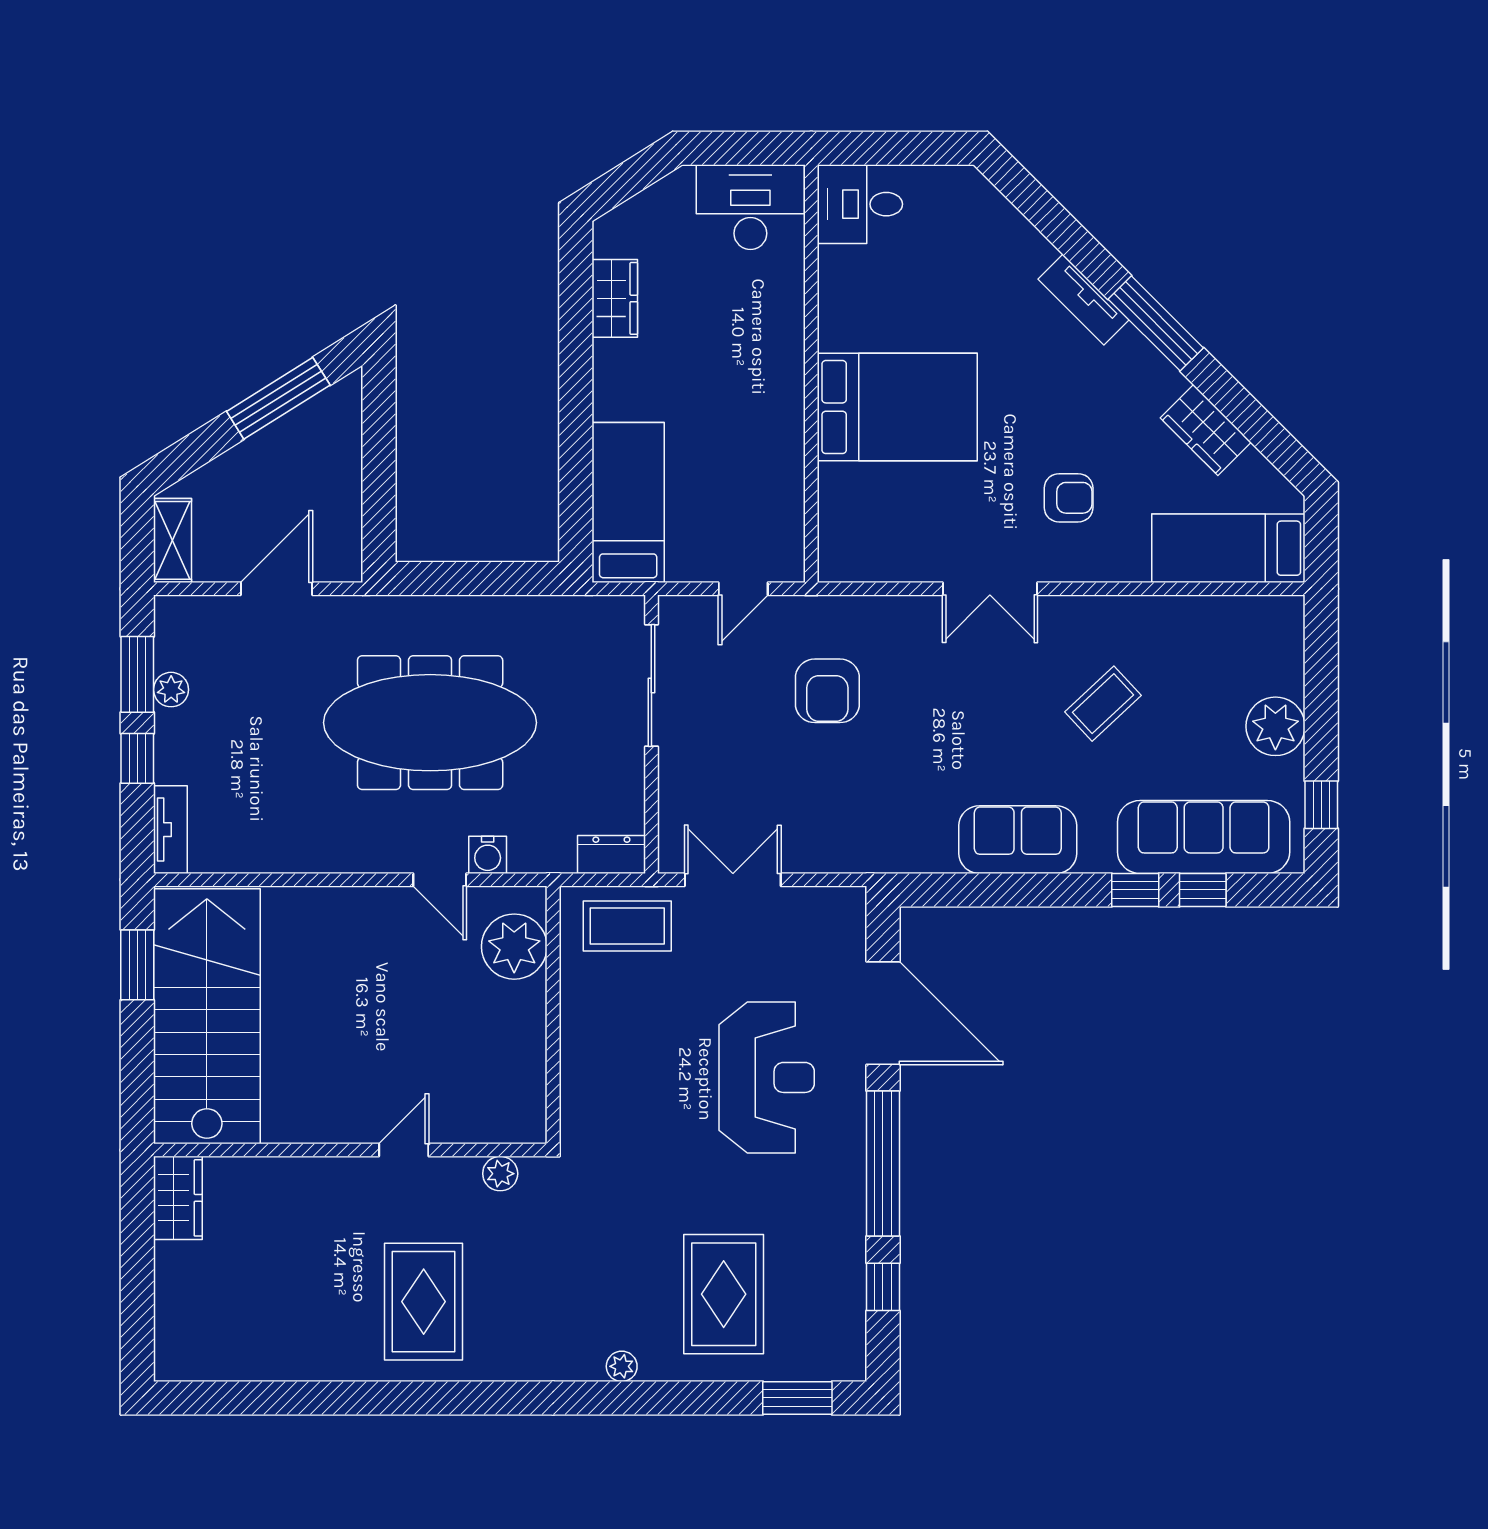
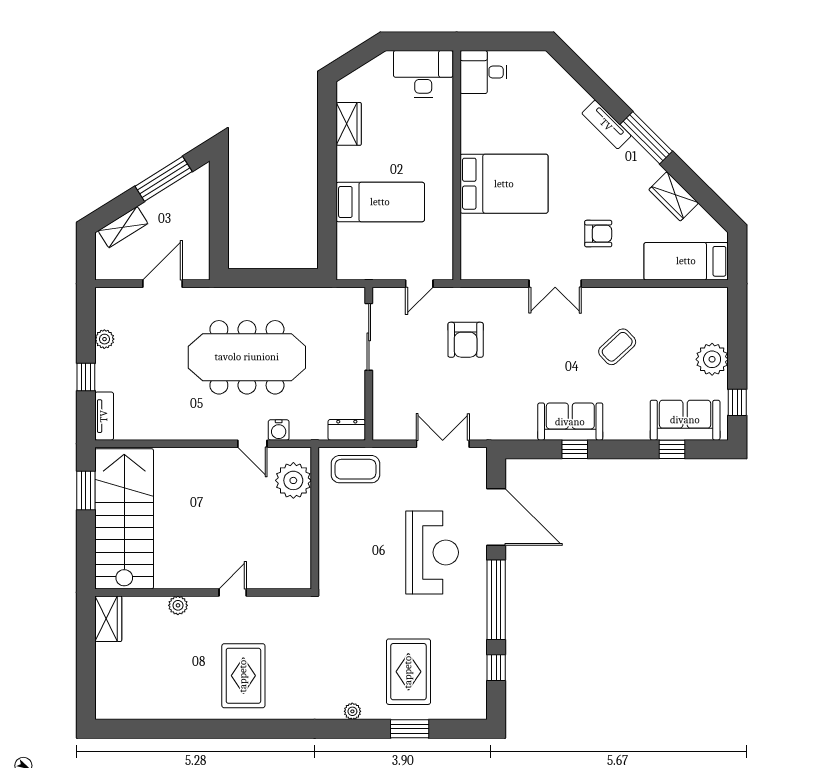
bed: (628, 502) -> (380, 202), moved, turned 90
shelving: (173, 540) -> (123, 227), moved, turned 58
window: (137, 674) -> (86, 331), removed
sofa: (1204, 837) -> (685, 420), width x0.73
double door: (733, 880) -> (443, 444), moved
window: (1135, 890) -> (575, 449), moved
plant: (500, 1174) -> (178, 605), moved
window: (797, 1398) -> (410, 729), moved

